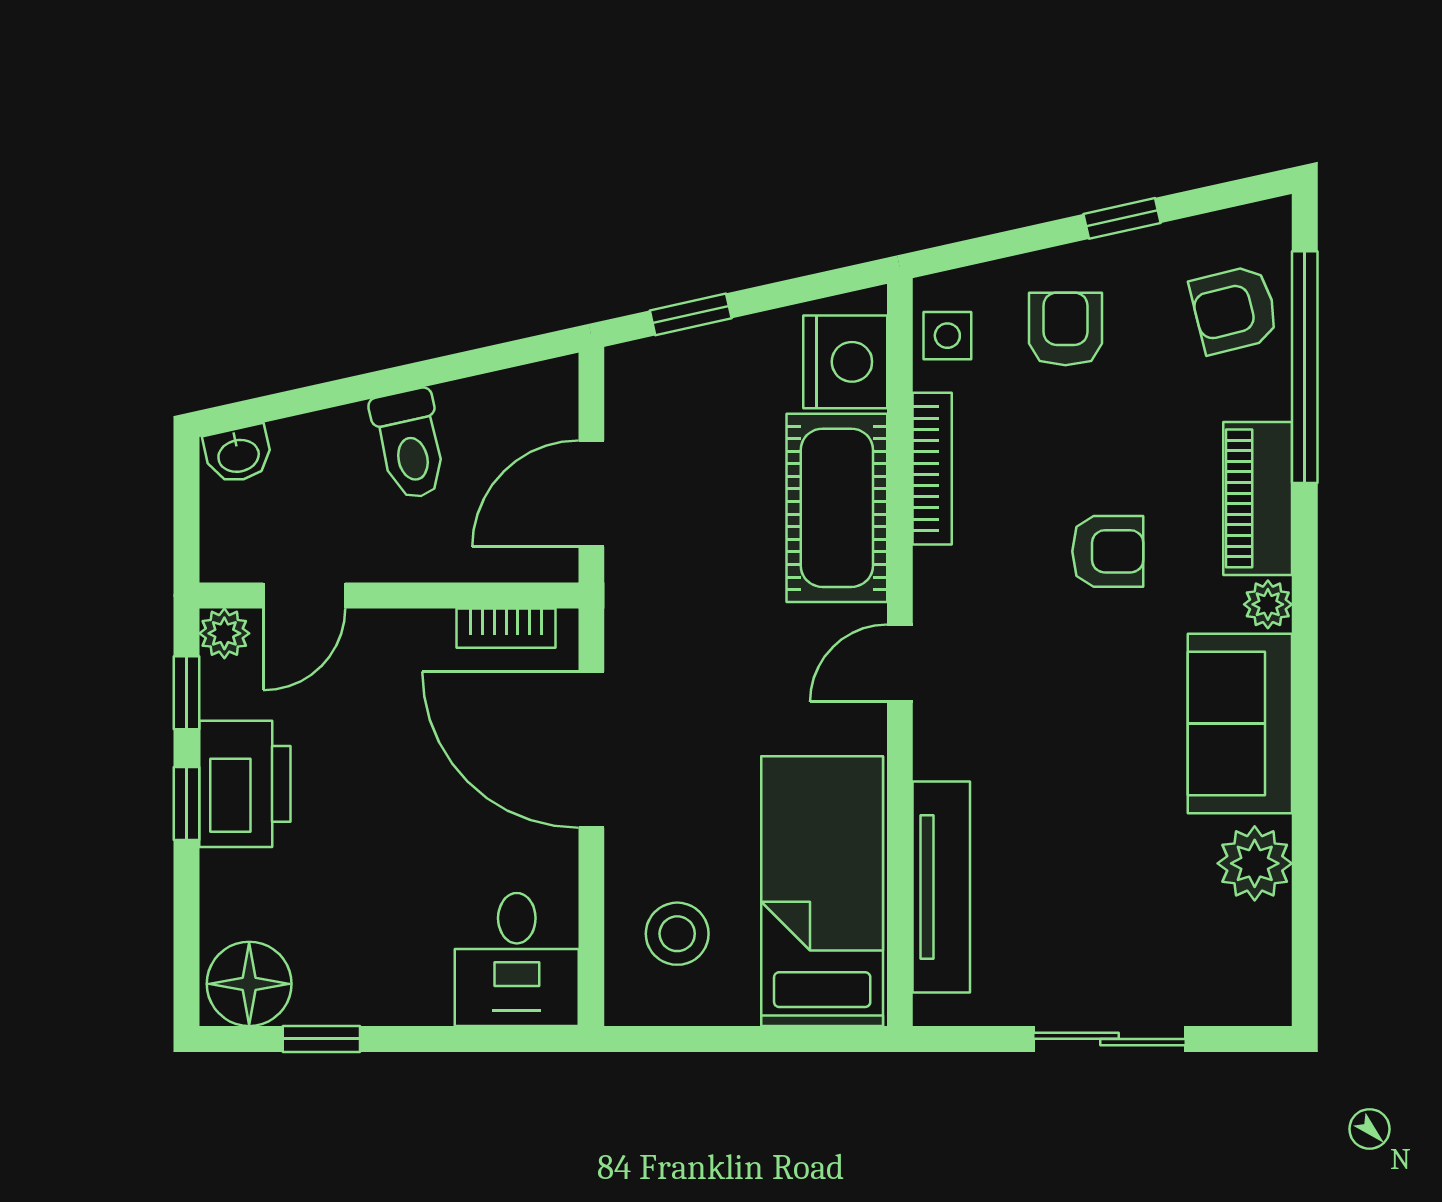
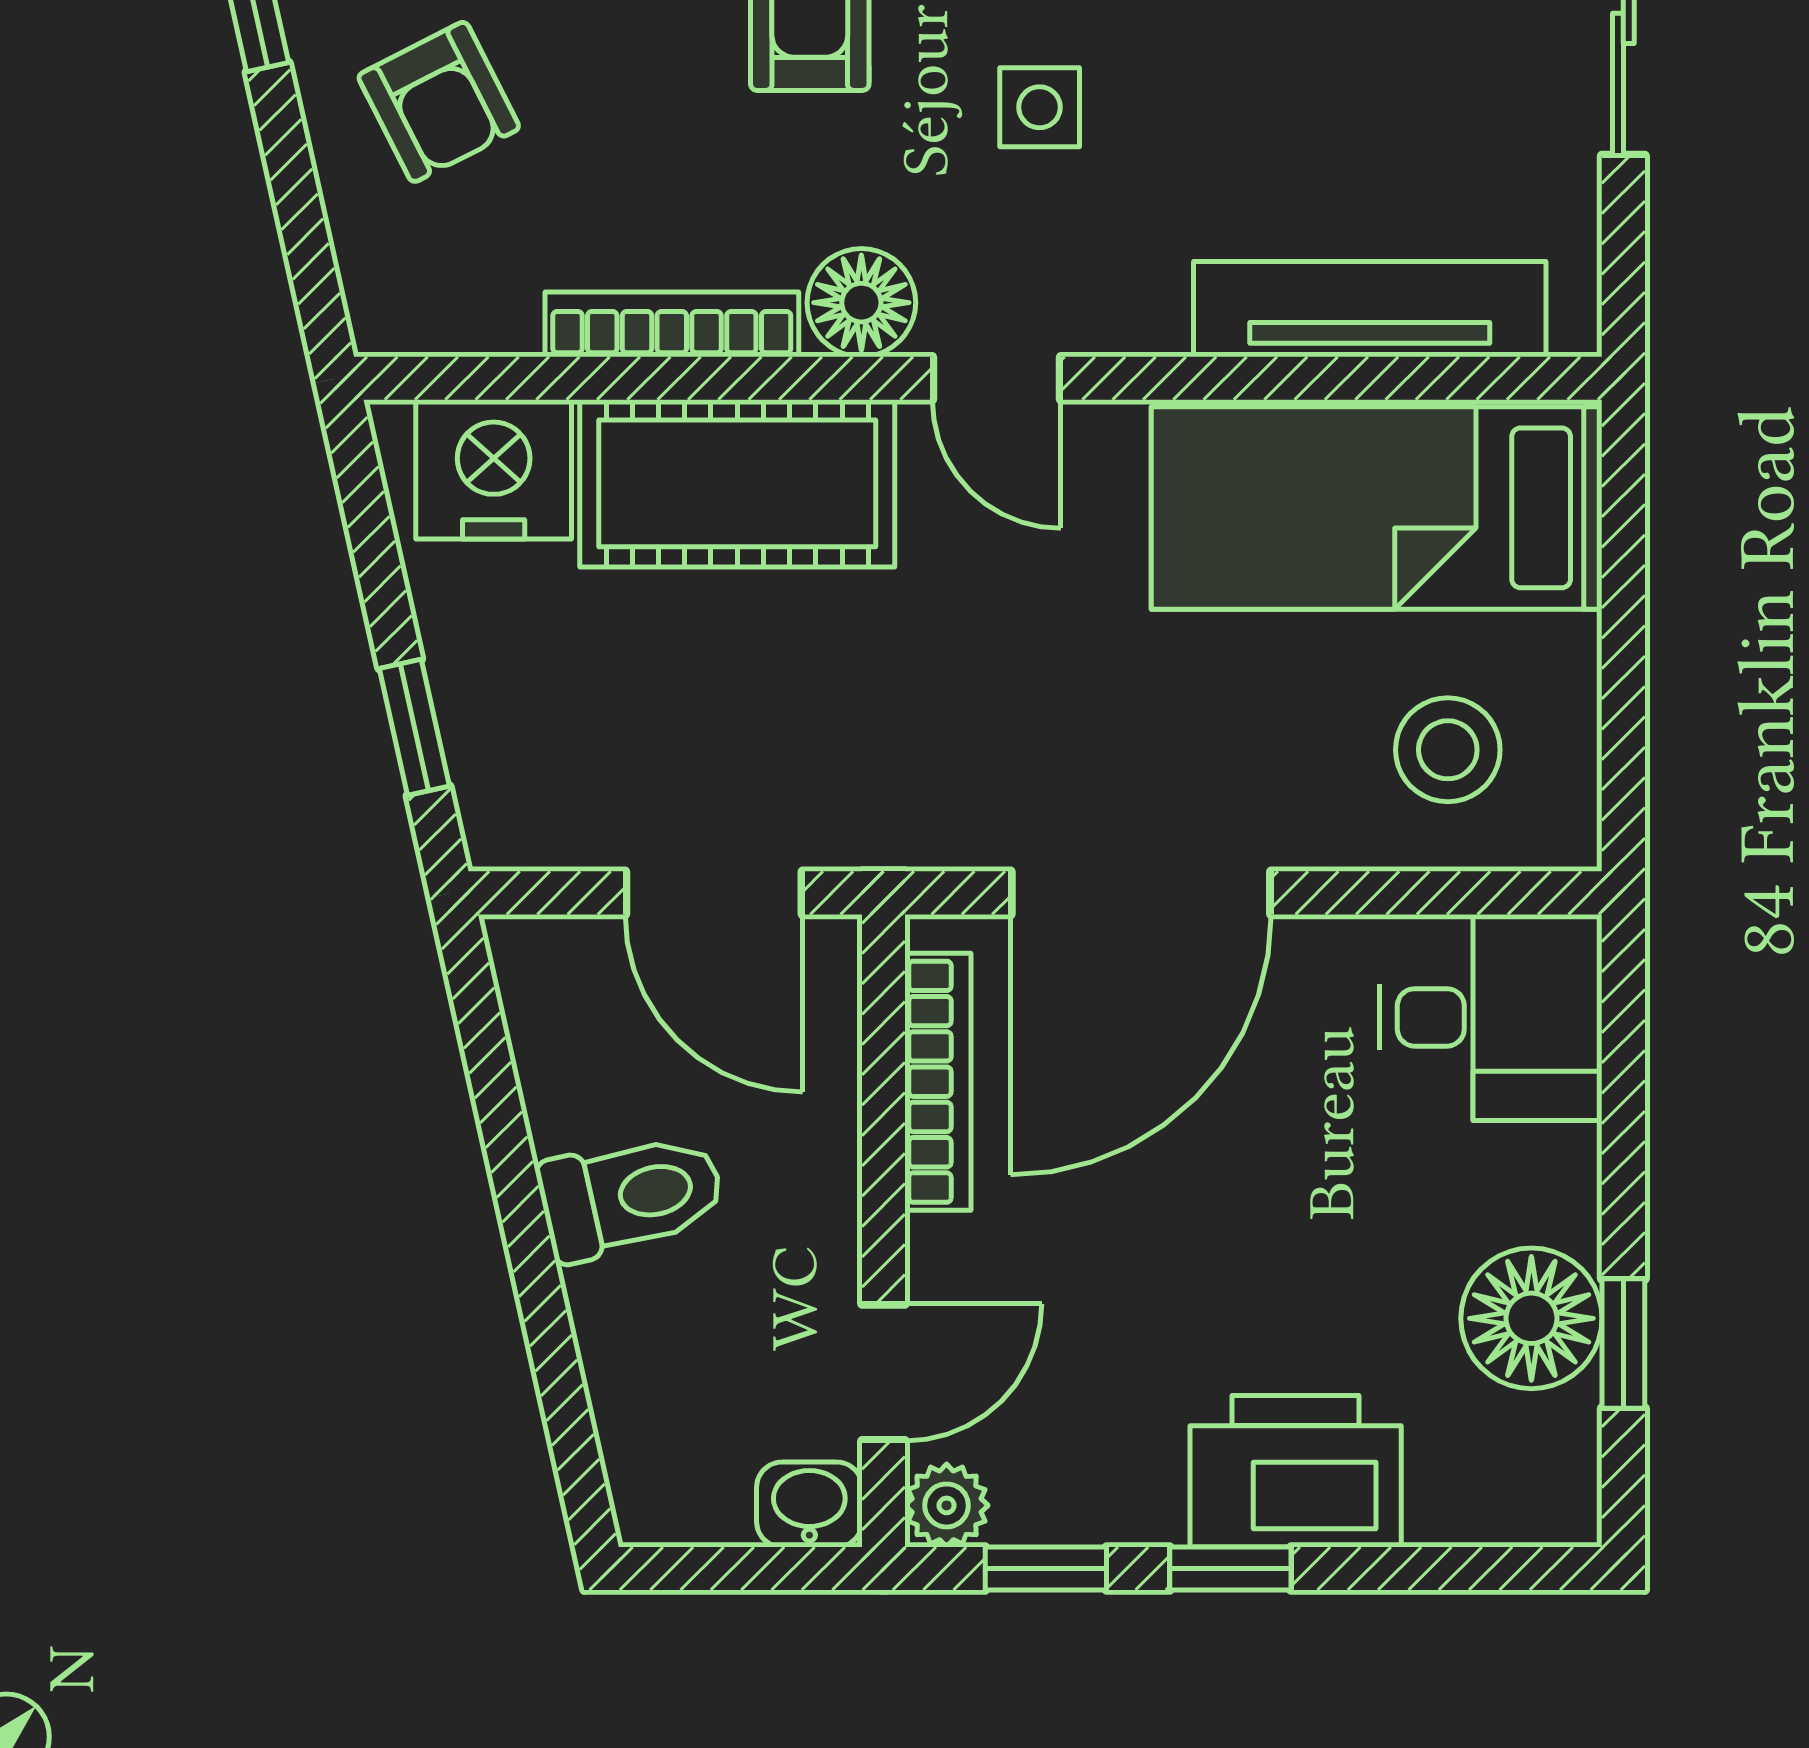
armchair: (1065, 329) -> (439, 102), turned -117
side table: (947, 336) -> (1040, 107), moved
washbasin: (238, 454) -> (809, 1504), moved, turned -77
floor lamp: (945, 582) -> (861, 303), added
door: (304, 596) -> (883, 1372), hinge flipped
bookcase: (506, 628) -> (938, 1082), width x1.56
printer: (245, 784) -> (1296, 1471), moved
floor lamp: (249, 984) -> (1531, 1318), moved

